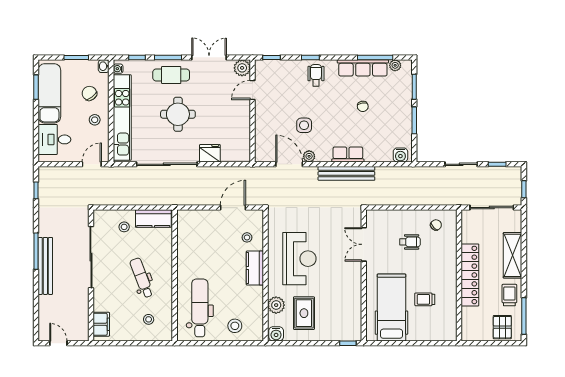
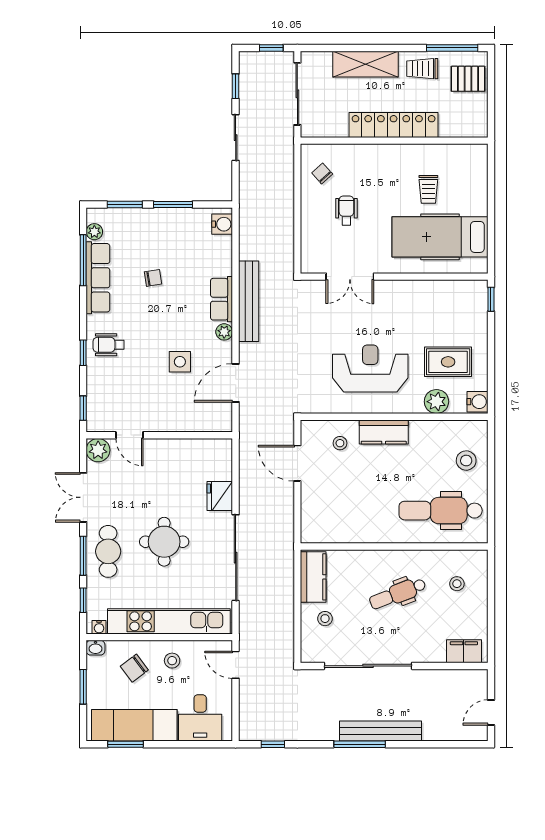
plant: (309, 156) -> (224, 332), moved

